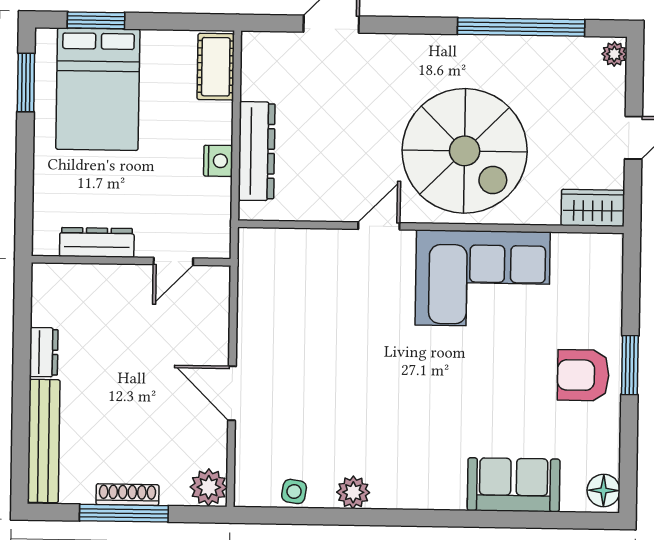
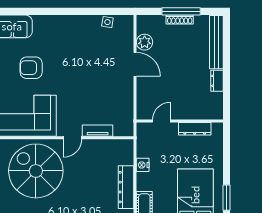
dresser: (257, 151) -> (126, 187), moved
tv unit: (321, 242) -> (98, 131), added
armchair: (472, 389) -> (31, 68), added
plant: (209, 487) -> (145, 42), moved
plant: (353, 492) -> (82, 22), removed

